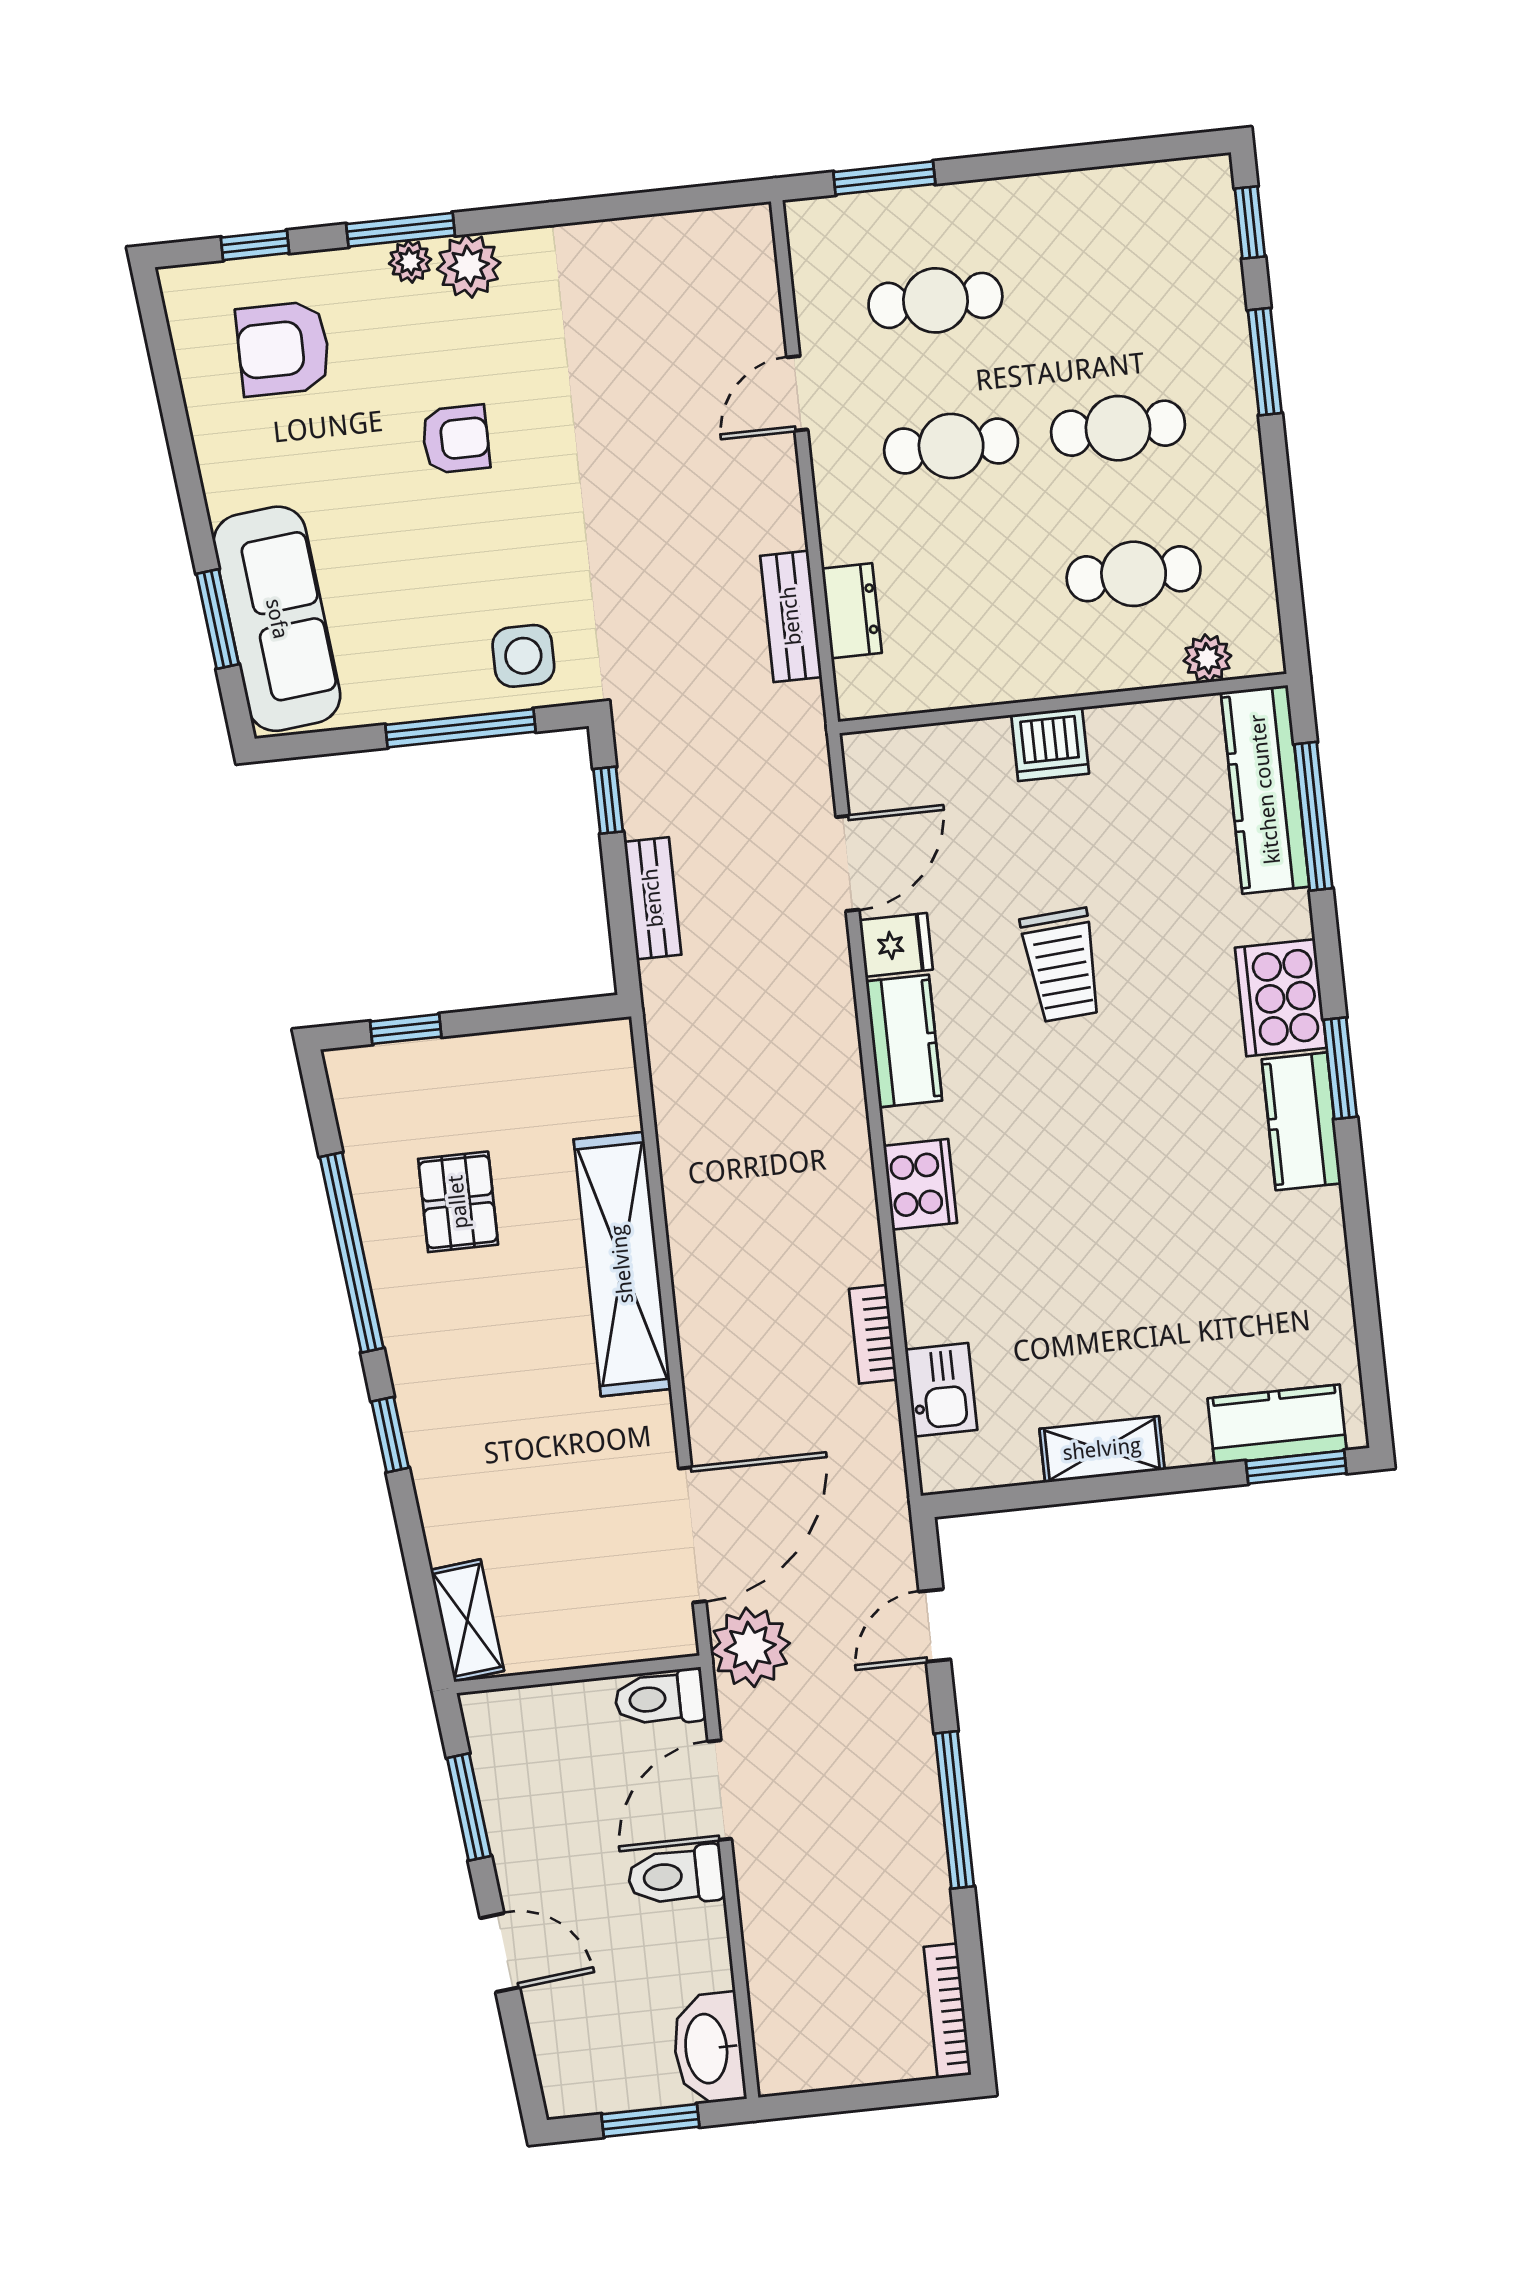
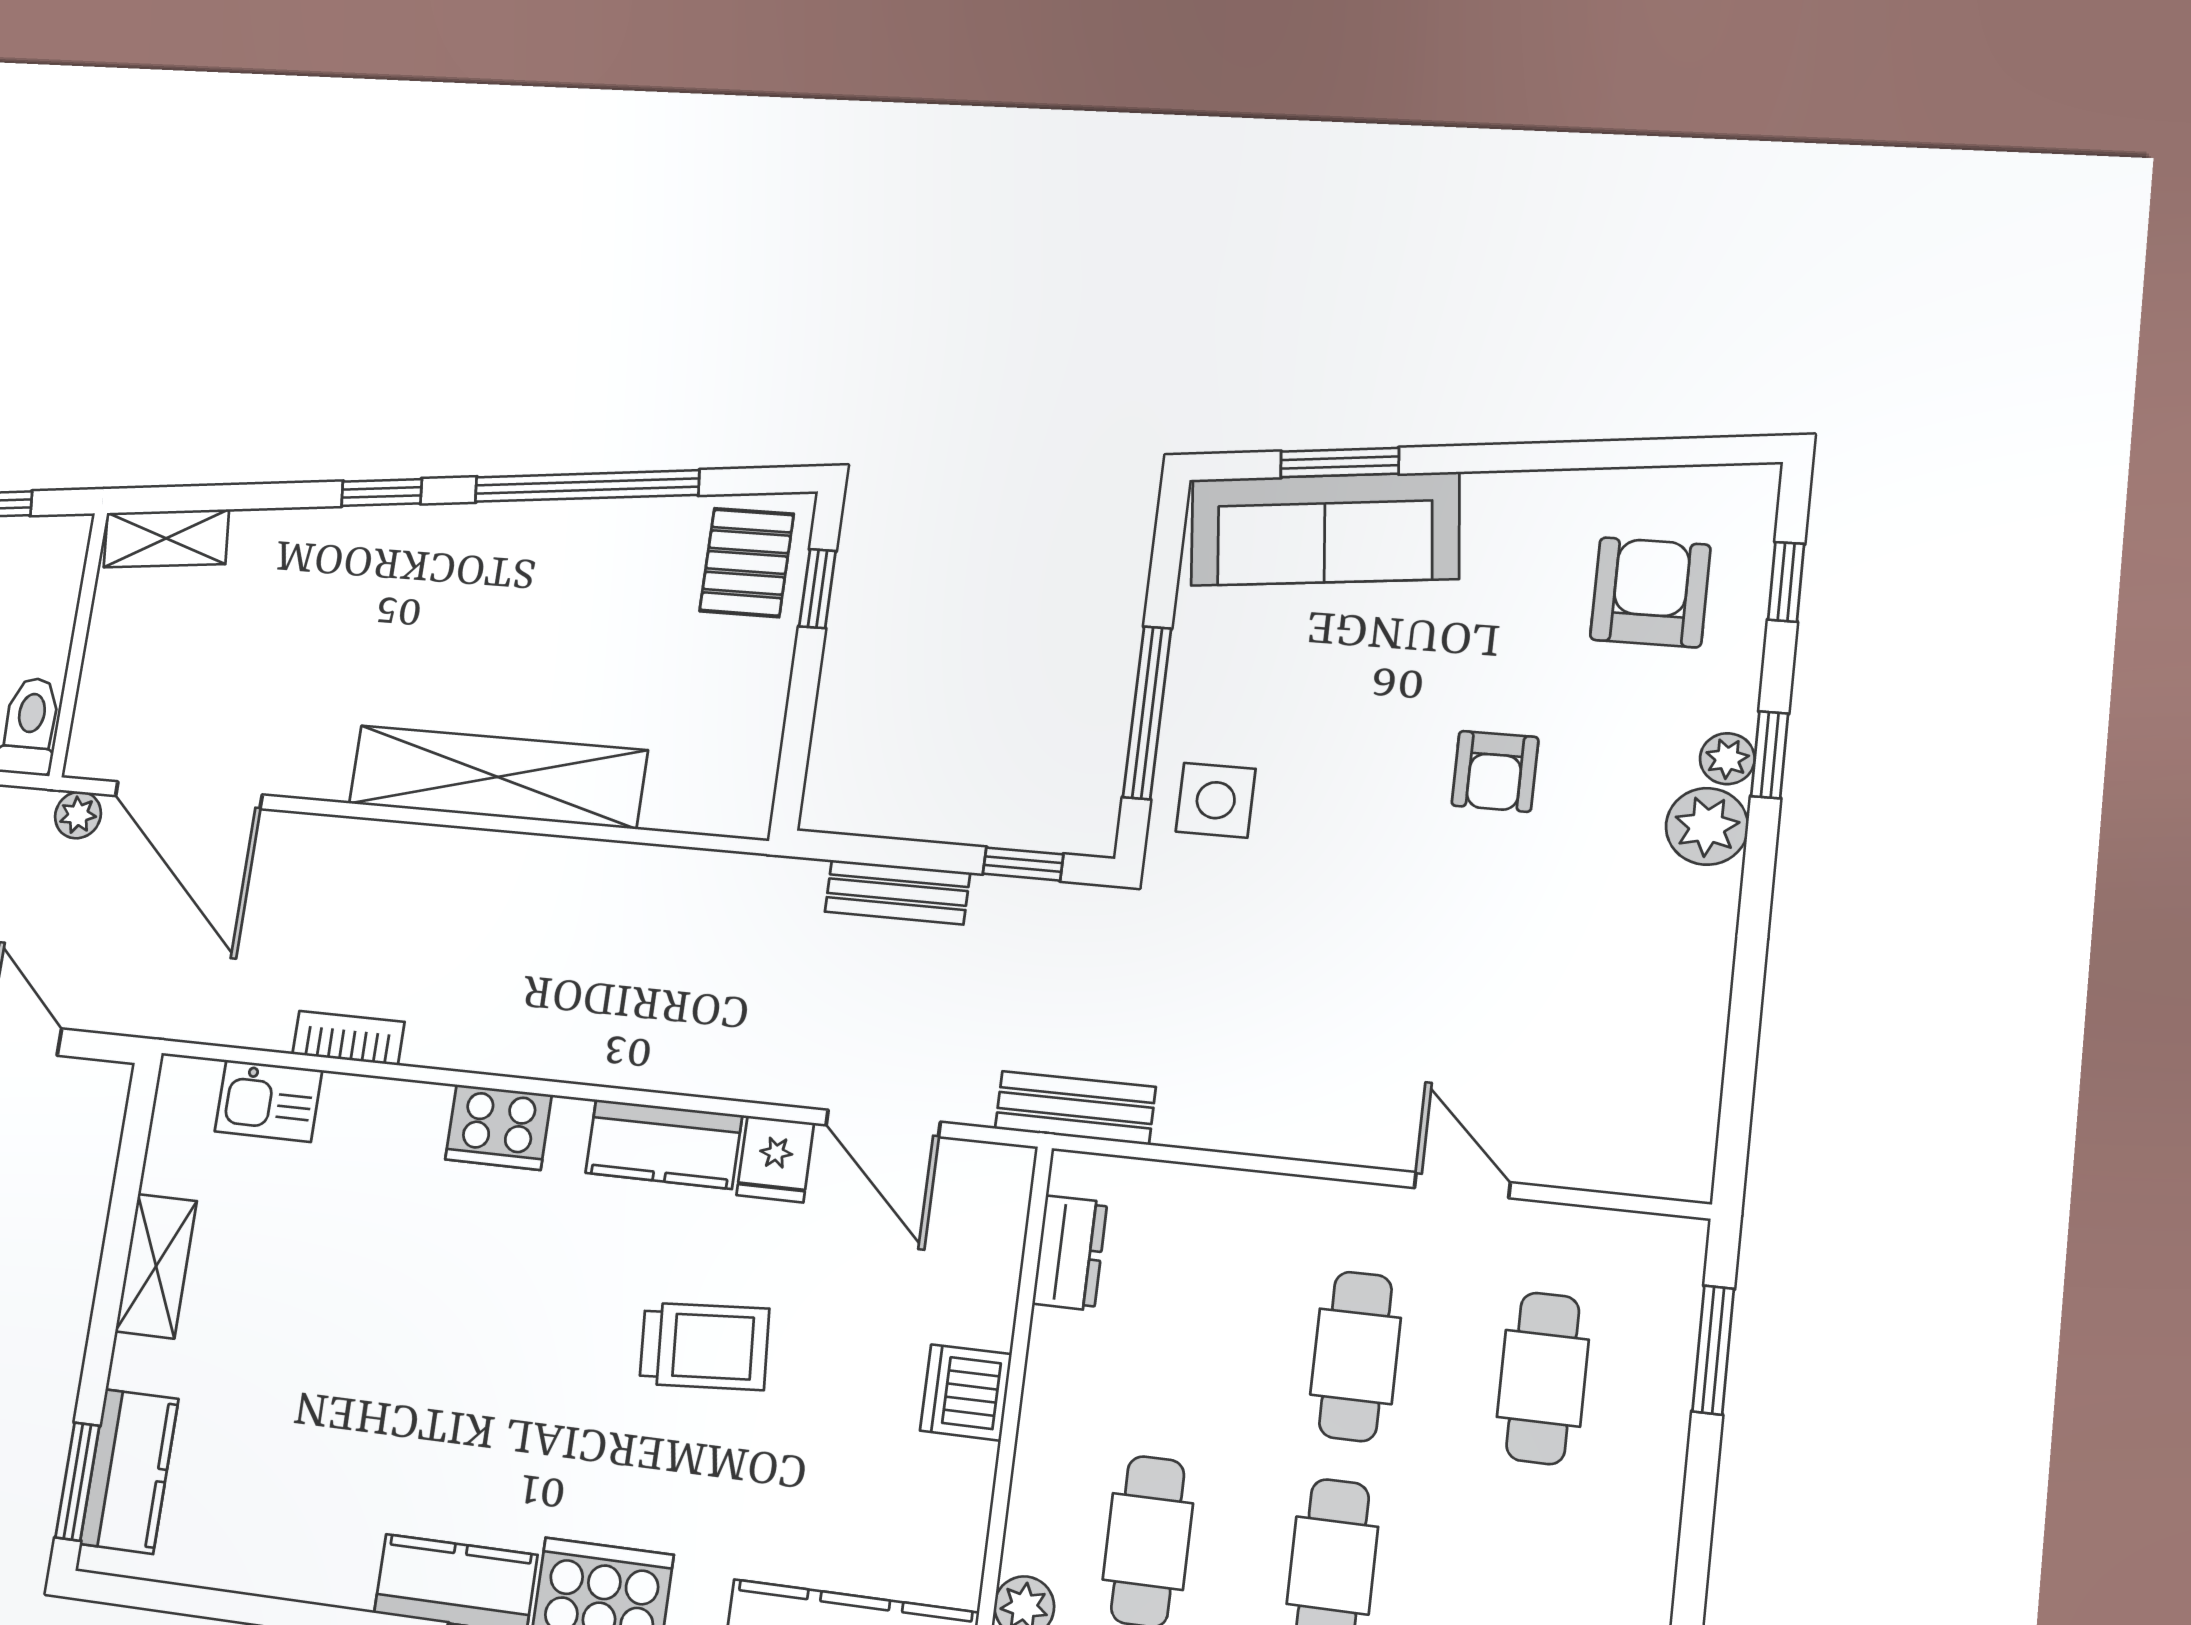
window: (401, 230) -> (1770, 755), width x0.67
dresser: (852, 611) -> (1070, 1253), moved, turned -90
bench: (791, 616) -> (1075, 1108), moved
trolley: (1062, 965) -> (704, 1346), turned 180
pallet: (458, 1202) -> (747, 562), moved, turned 90
plant: (750, 1647) -> (78, 815), width x0.53, depth x0.53

